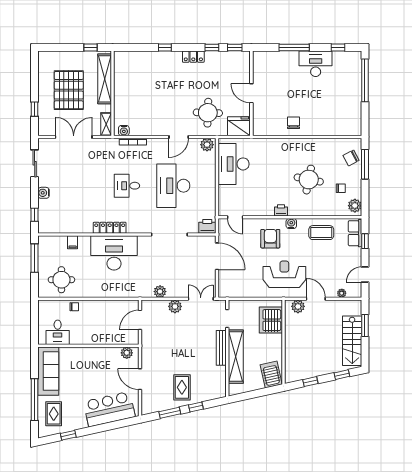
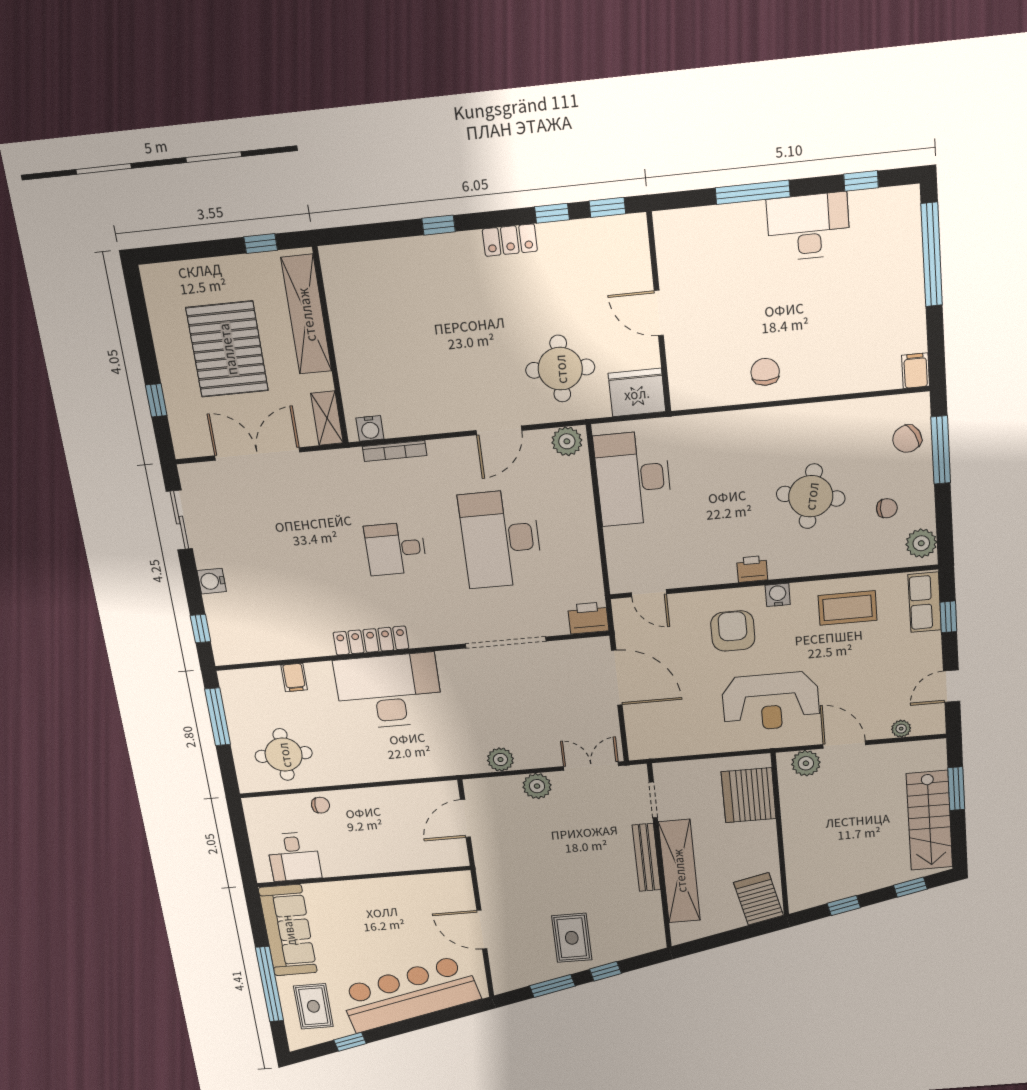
filing cabinet: (356, 129) -> (916, 371), added
reception desk: (284, 274) -> (771, 701), turned 180
plant: (127, 353) -> (446, 883), removed
bar counter: (109, 409) -> (409, 994), width x1.36

